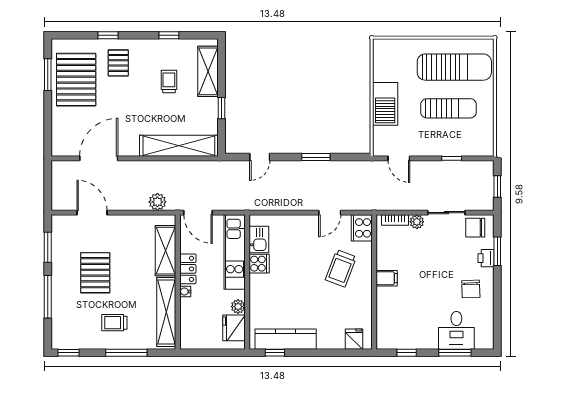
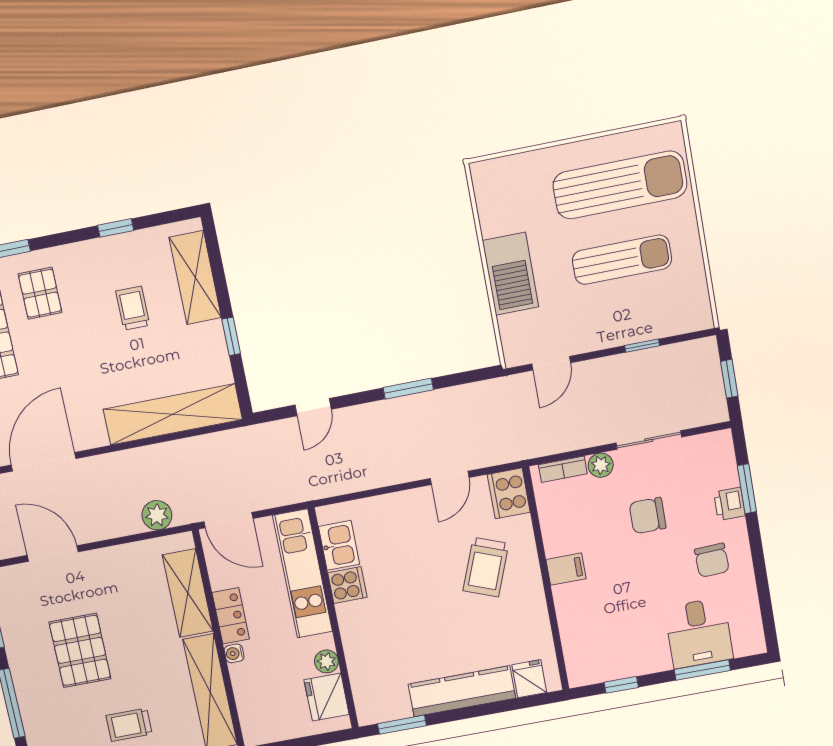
door: (399, 158) -> (551, 363), hinge flipped
chair: (475, 228) -> (648, 516), moved
kitchen counter: (286, 339) -> (462, 691), moved
window: (275, 353) -> (402, 725), width x1.50

